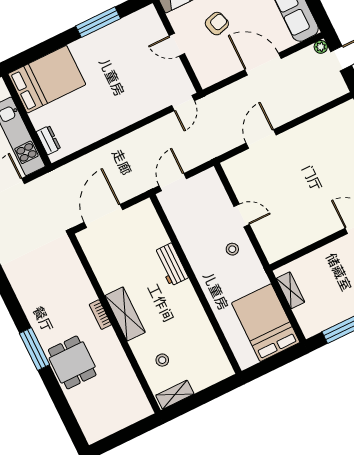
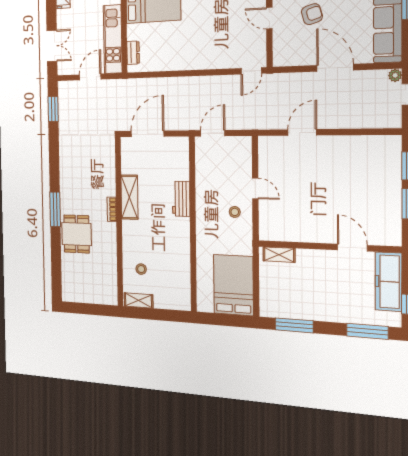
shelving: (290, 290) -> (279, 255), moved, turned 90
shelving: (125, 314) -> (129, 197), moved

